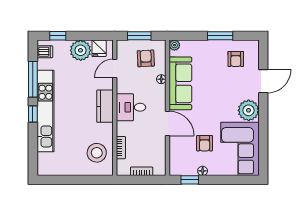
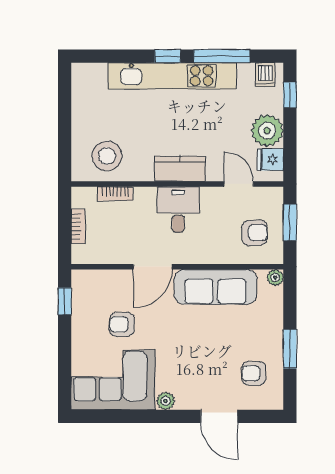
floor lamp: (161, 79) -> (222, 257), removed
plant: (249, 110) -> (166, 401), width x0.53, depth x0.53
floor lamp: (203, 171) -> (79, 321), removed

